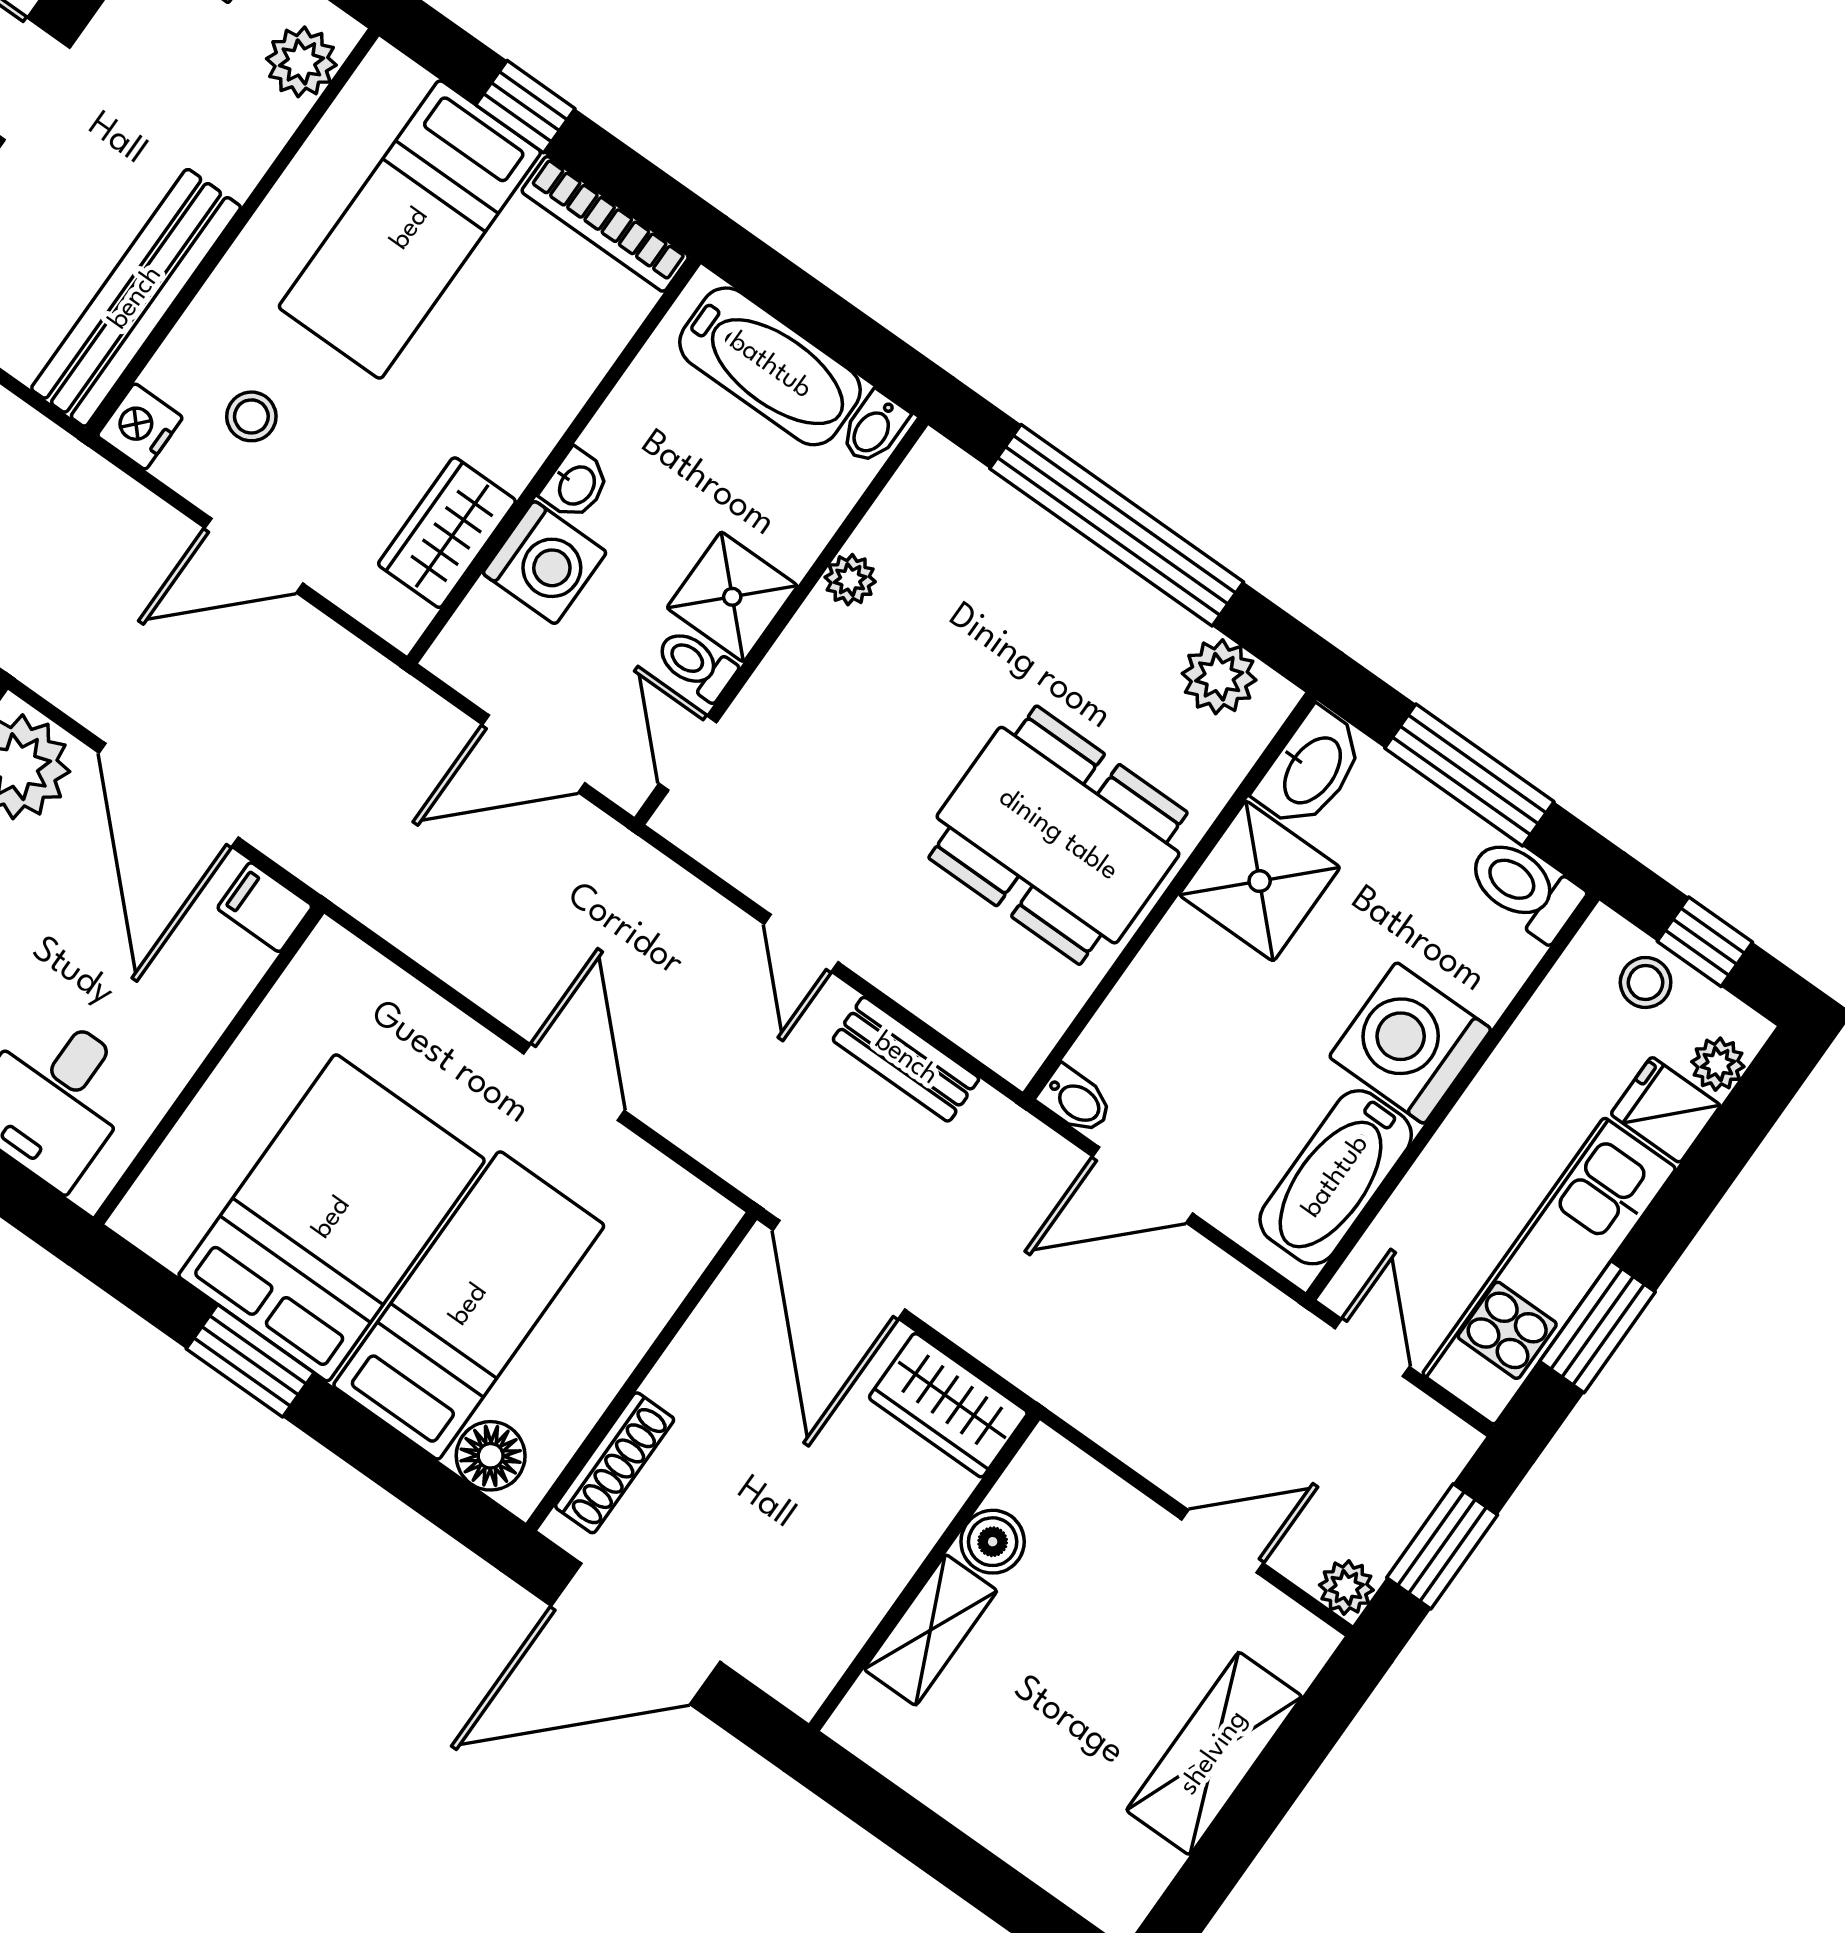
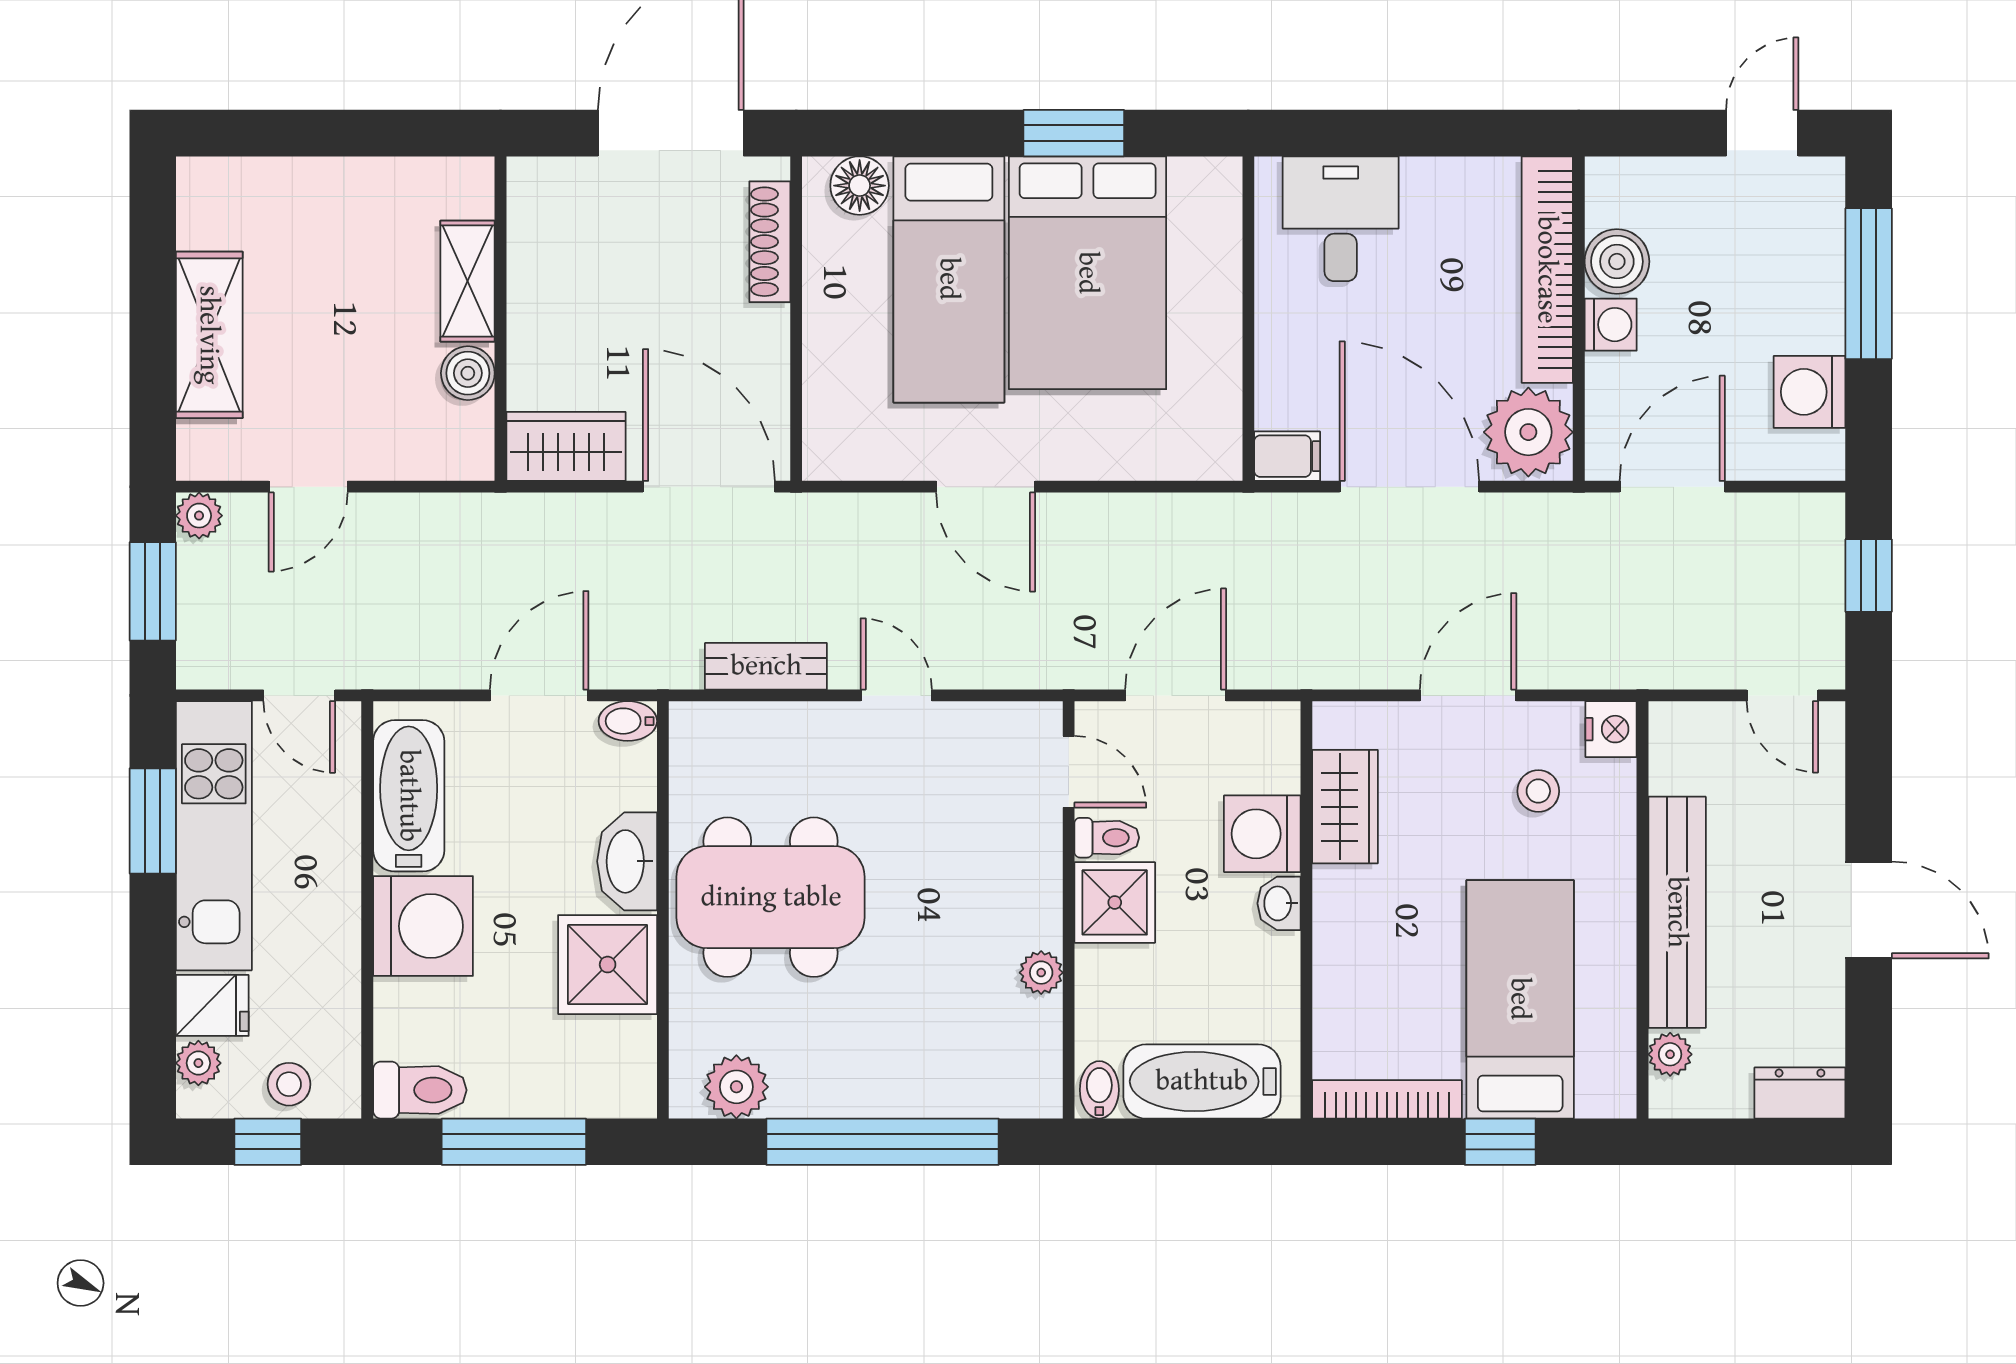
plant: (301, 62) -> (1670, 1054), width x0.73, depth x0.73
bench: (136, 298) -> (1677, 912), moved
washbasin: (1311, 769) -> (627, 861), moved

